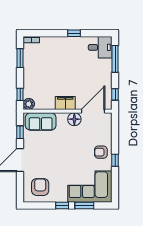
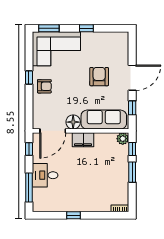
desk: (100, 47) -> (45, 175), moved
window: (20, 58) -> (132, 172), moved
sofa: (41, 121) -> (104, 120), width x1.36
armchair: (40, 187) -> (99, 77), moved, turned 180
window: (84, 206) -> (49, 28), moved

